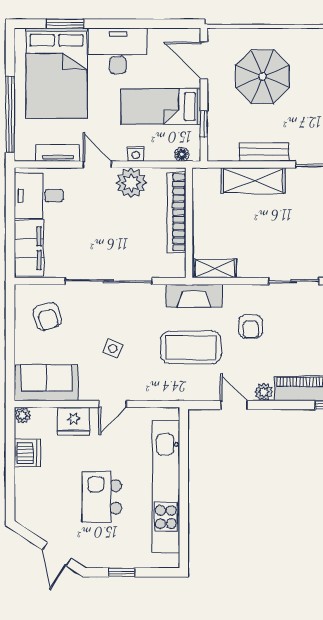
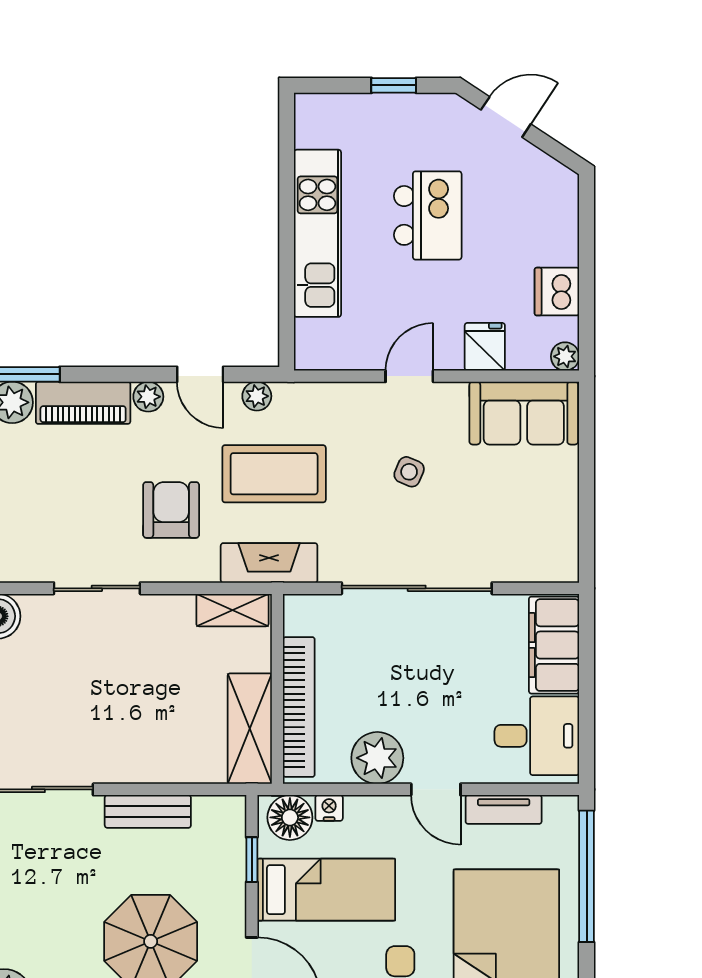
nightstand: (136, 154) -> (329, 808), moved
floor lamp: (182, 154) -> (290, 817), width x1.89, depth x1.89
shelving: (253, 181) -> (250, 729), moved, turned 90
armchair: (47, 316) -> (522, 527), removed
armchair: (251, 326) -> (171, 510), width x1.38, depth x1.38
plant: (201, 392) -> (257, 396), added
fridge: (73, 421) -> (485, 347), width x0.72
kitchen unit: (166, 487) -> (317, 233), width x0.73
door: (57, 554) -> (506, 117), hinge flipped

